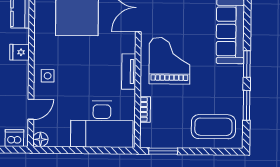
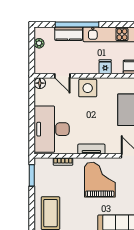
grand piano: (170, 61) -> (100, 180), turned -90
side table: (48, 76) -> (88, 88), width x1.87, depth x1.87
dishwasher: (14, 138) -> (41, 64), removed

